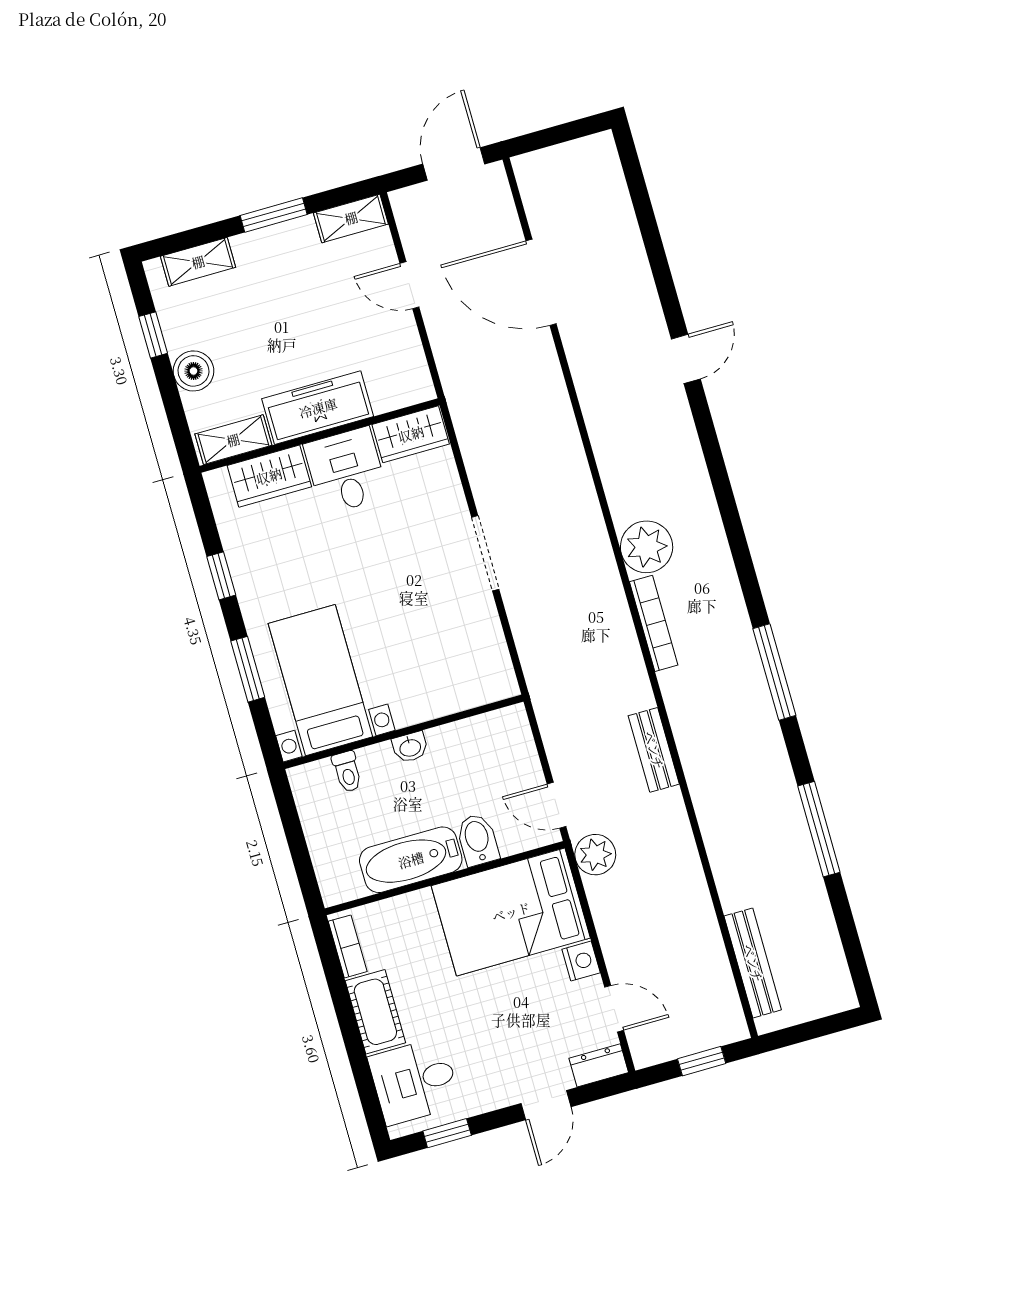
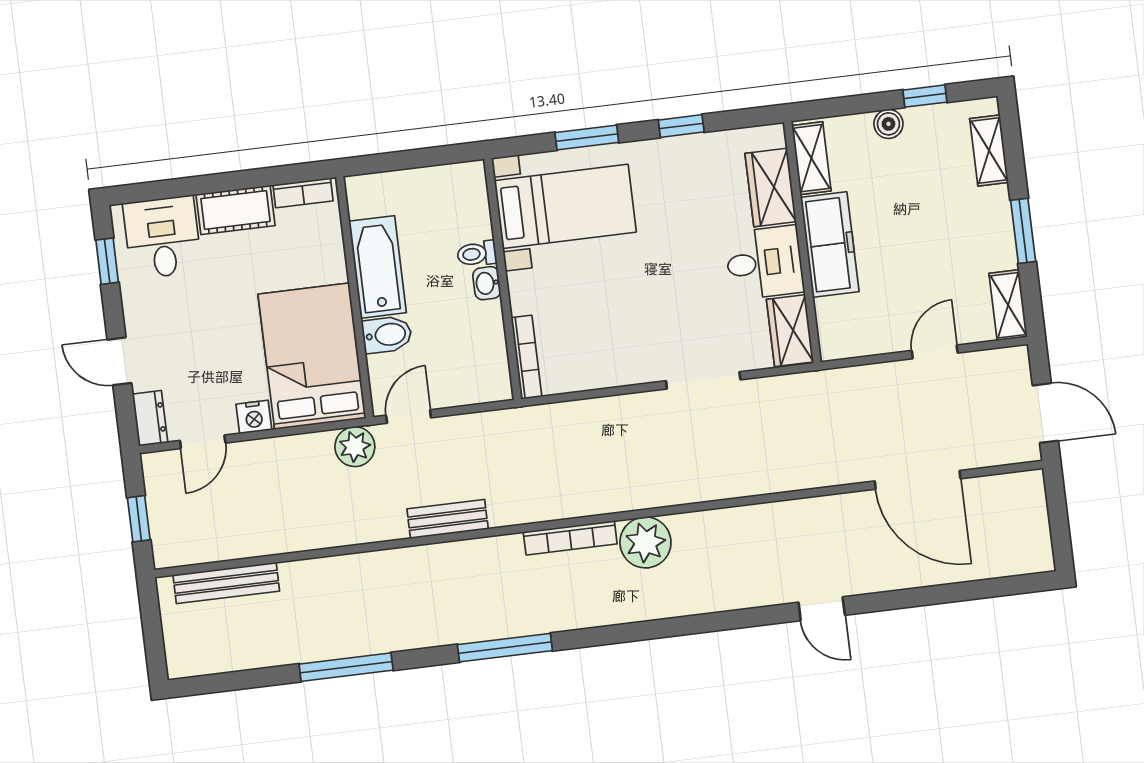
door: (541, 282) -> (918, 480), swing flipped
boiler: (193, 371) -> (888, 124), width x0.73, depth x0.73
doorway: (485, 553) -> (703, 380), moved
bookcase: (478, 696) -> (526, 357), added
toilet: (347, 772) -> (477, 254), moved

